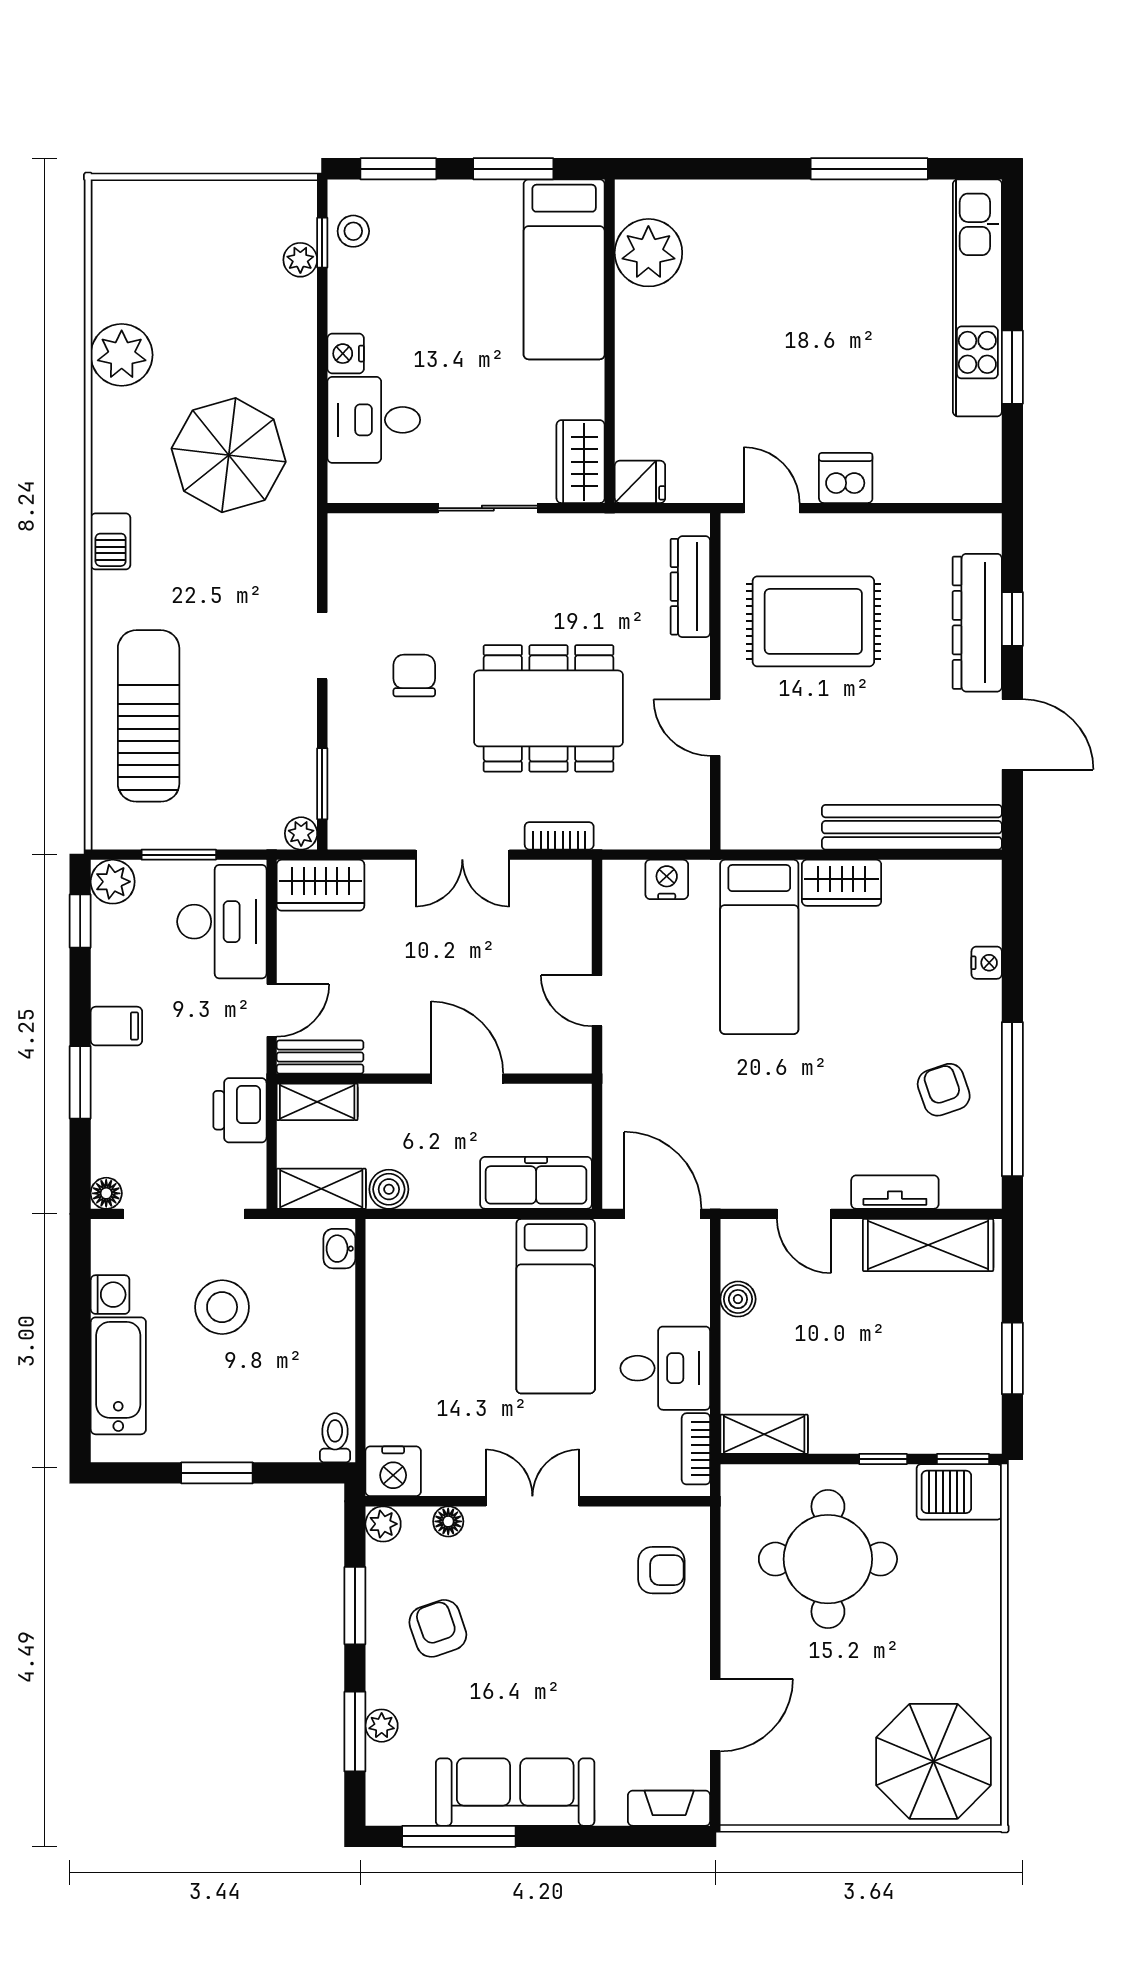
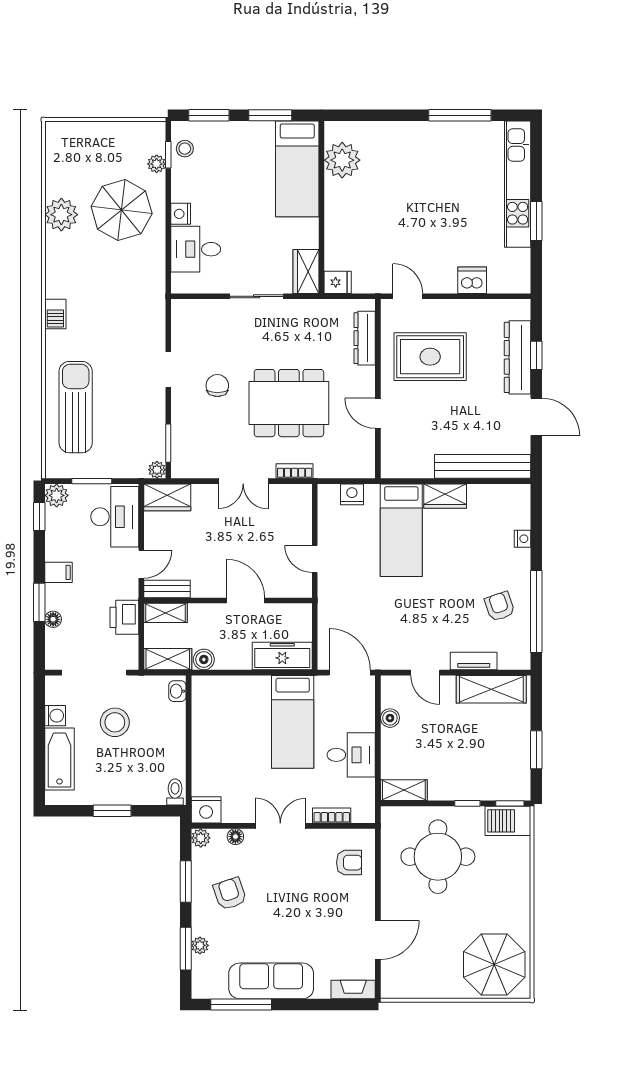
parasol: (229, 455) -> (122, 210), moved
dishwasher: (846, 478) -> (472, 280), moved
floor lamp: (106, 1193) -> (53, 619), moved
bookcase: (696, 1449) -> (332, 816), moved, turned 90

